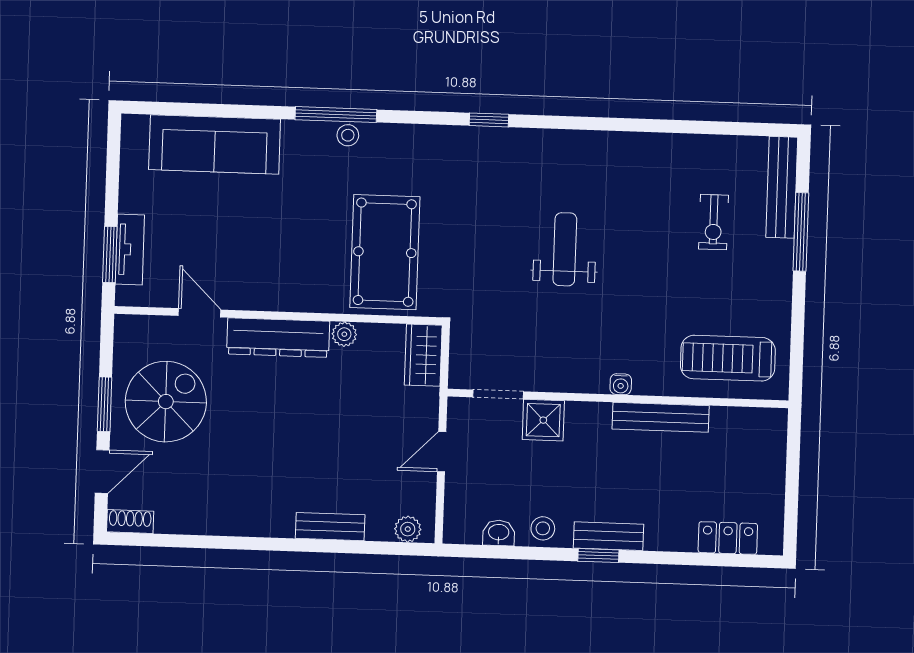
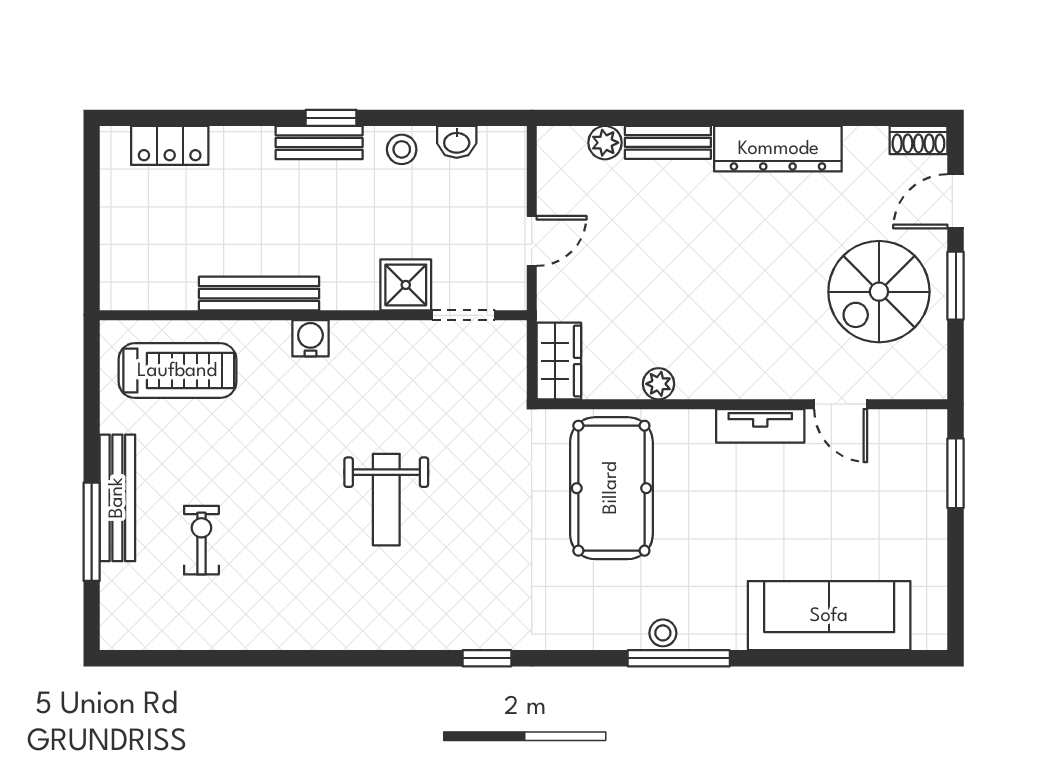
bench: (782, 187) -> (117, 498), moved
tv unit: (130, 249) -> (760, 426), moved, turned -90
dresser: (278, 338) -> (778, 149), moved, turned 180
water cooler: (621, 384) -> (310, 338), width x1.38, depth x1.38
plant: (408, 529) -> (605, 143), moved

